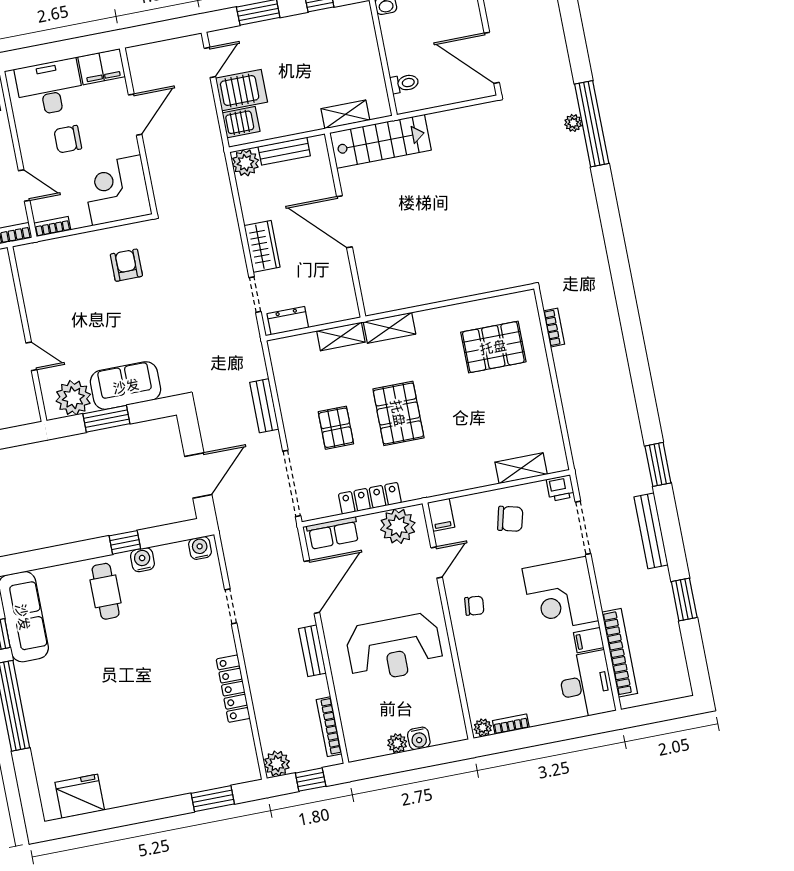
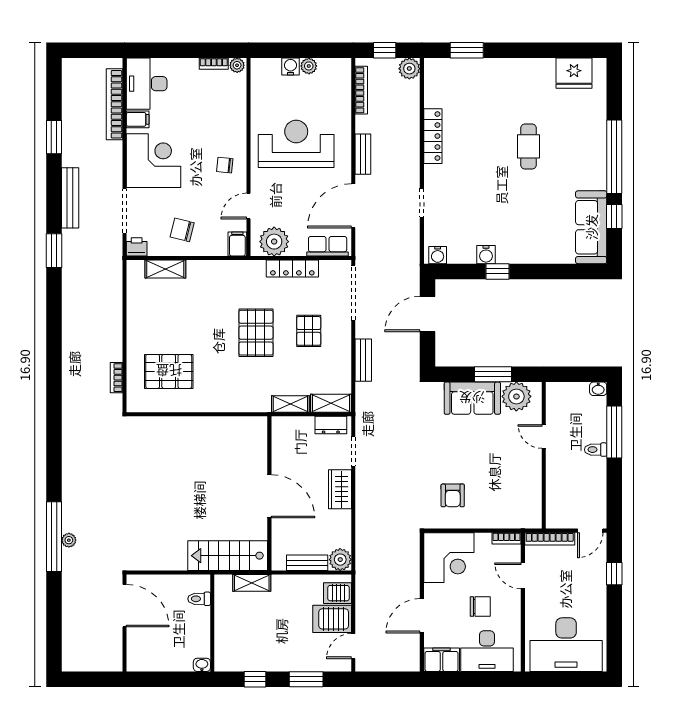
shelving: (389, 328) -> (331, 403), moved
cafe table: (106, 591) -> (528, 146), moved

